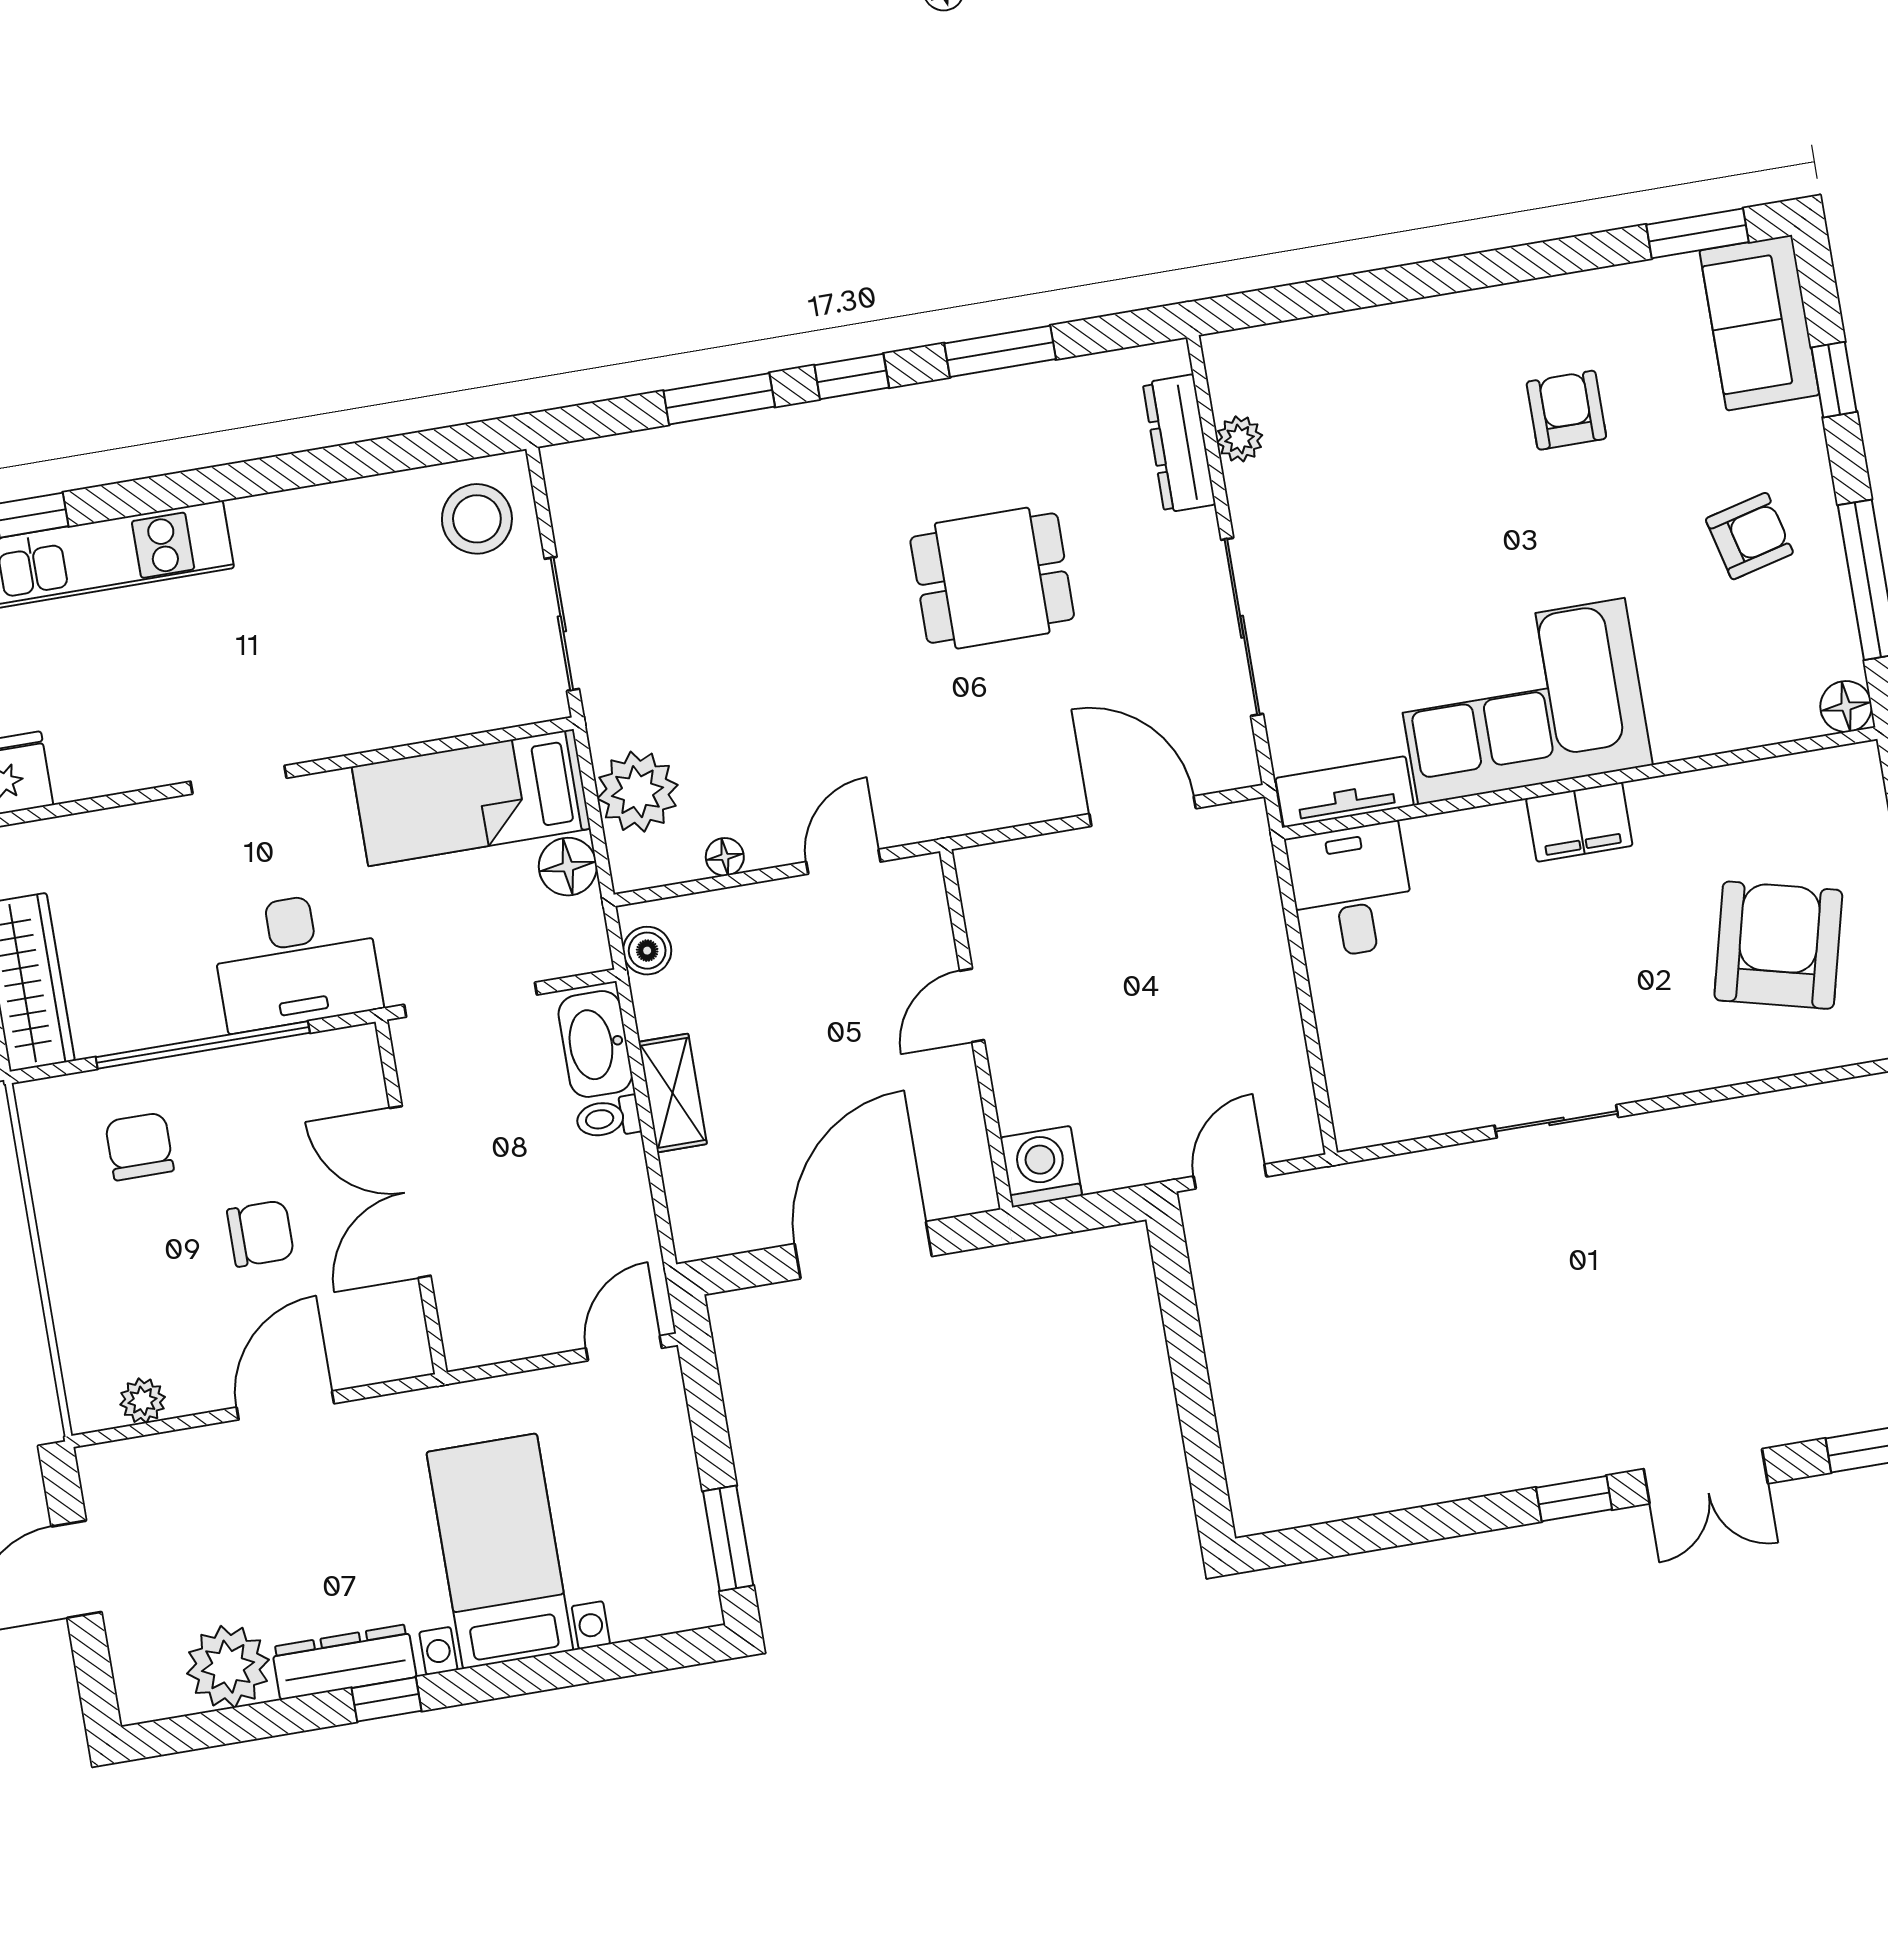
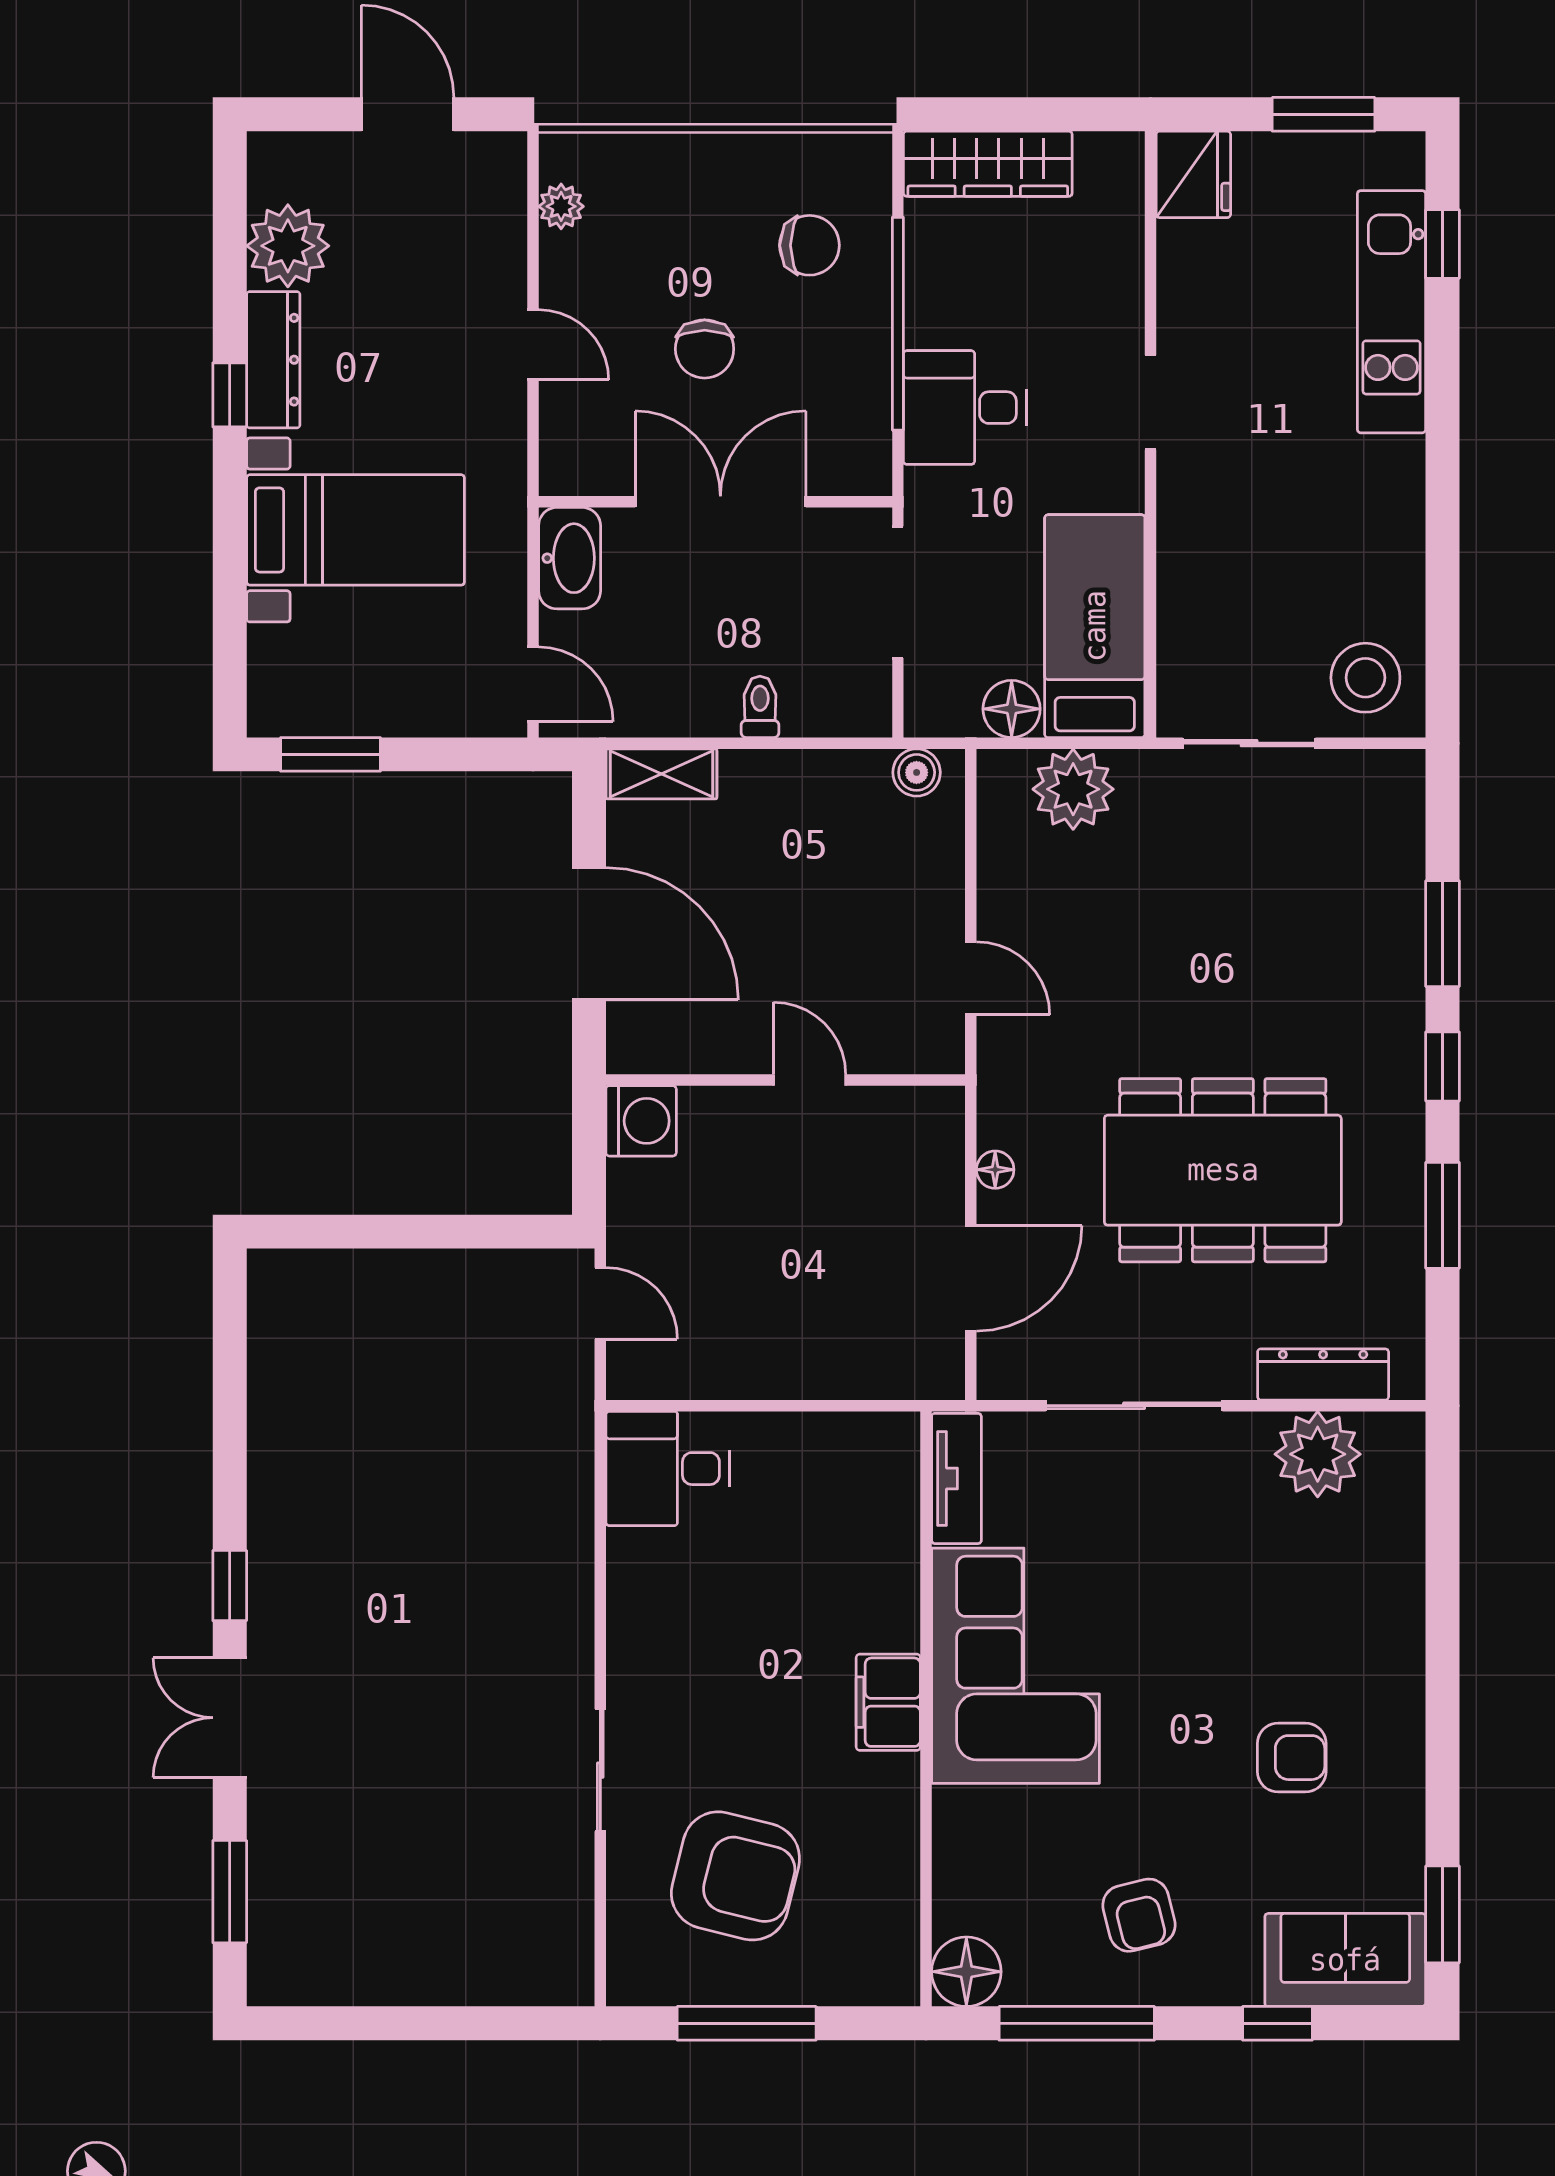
plant: (1240, 439) -> (1318, 1454), width x1.87, depth x1.87
dining table: (992, 578) -> (1223, 1170), width x1.88, depth x1.24
floor lamp: (1846, 707) -> (966, 1972), width x1.38, depth x1.38
floor lamp: (725, 857) -> (995, 1170), moved
desk: (1351, 891) -> (668, 1469), moved, turned 180
desk: (296, 960) -> (965, 408), width x0.73
washbasin: (595, 1044) -> (570, 558), moved, turned 90
shelving: (673, 1093) -> (661, 774), moved
sliding door: (1556, 1121) -> (600, 1770), moved
door: (285, 1405) -> (533, 345), width x0.73

